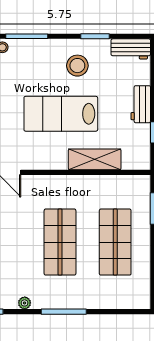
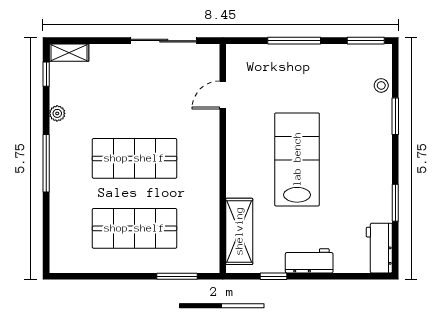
window: (27, 36) -> (395, 116), width x0.69
stool: (77, 66) -> (358, 180), removed
shelving: (95, 159) -> (239, 231), moved

